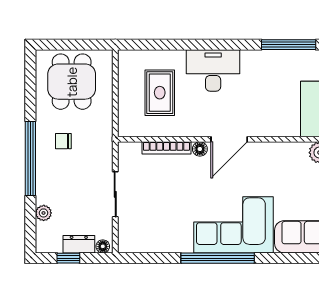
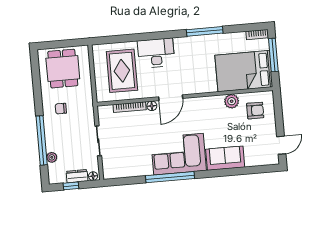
rug: (160, 93) -> (122, 71), width x1.36, depth x1.43
window: (30, 158) -> (42, 140), moved

